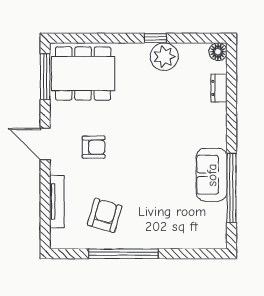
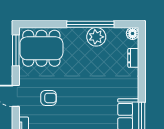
window: (155, 38) -> (90, 24), width x3.17

